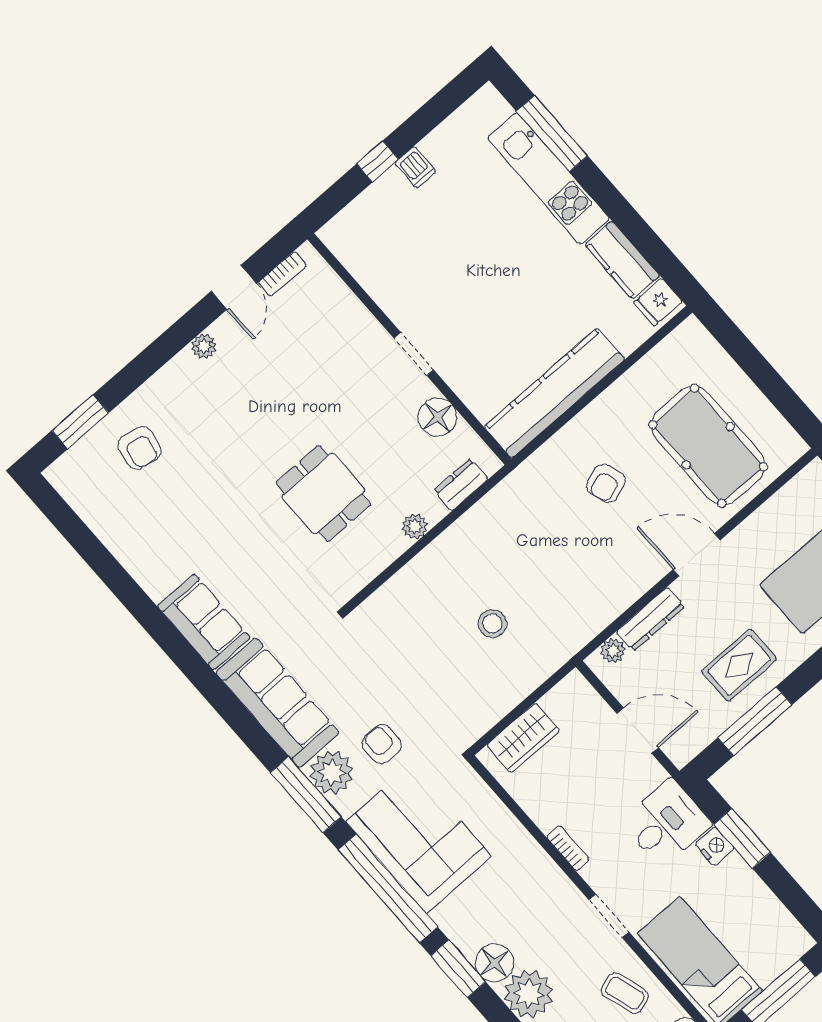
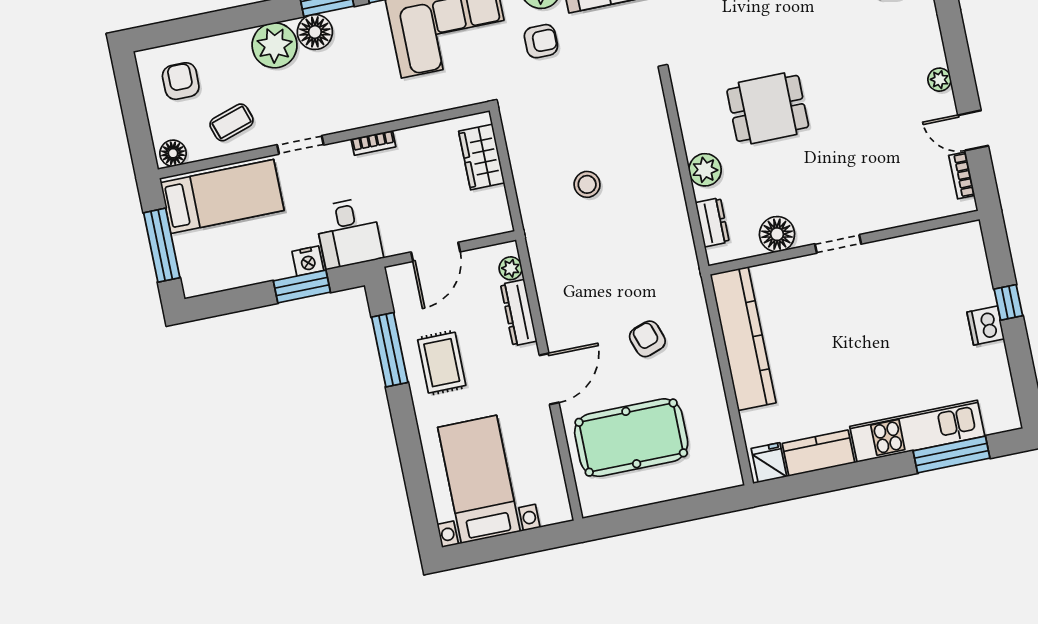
dishwasher: (415, 167) -> (986, 325), width x1.38
plant: (415, 526) -> (705, 170), width x1.38, depth x1.38

